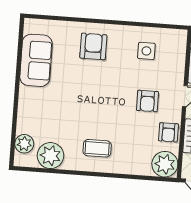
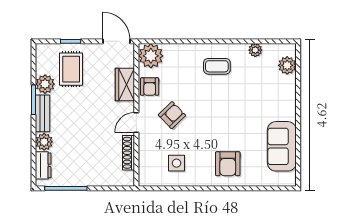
armchair: (147, 101) -> (172, 115), turned 46
armchair: (168, 132) -> (150, 87), turned 180
plant: (50, 156) -> (255, 50), width x0.53, depth x0.53

